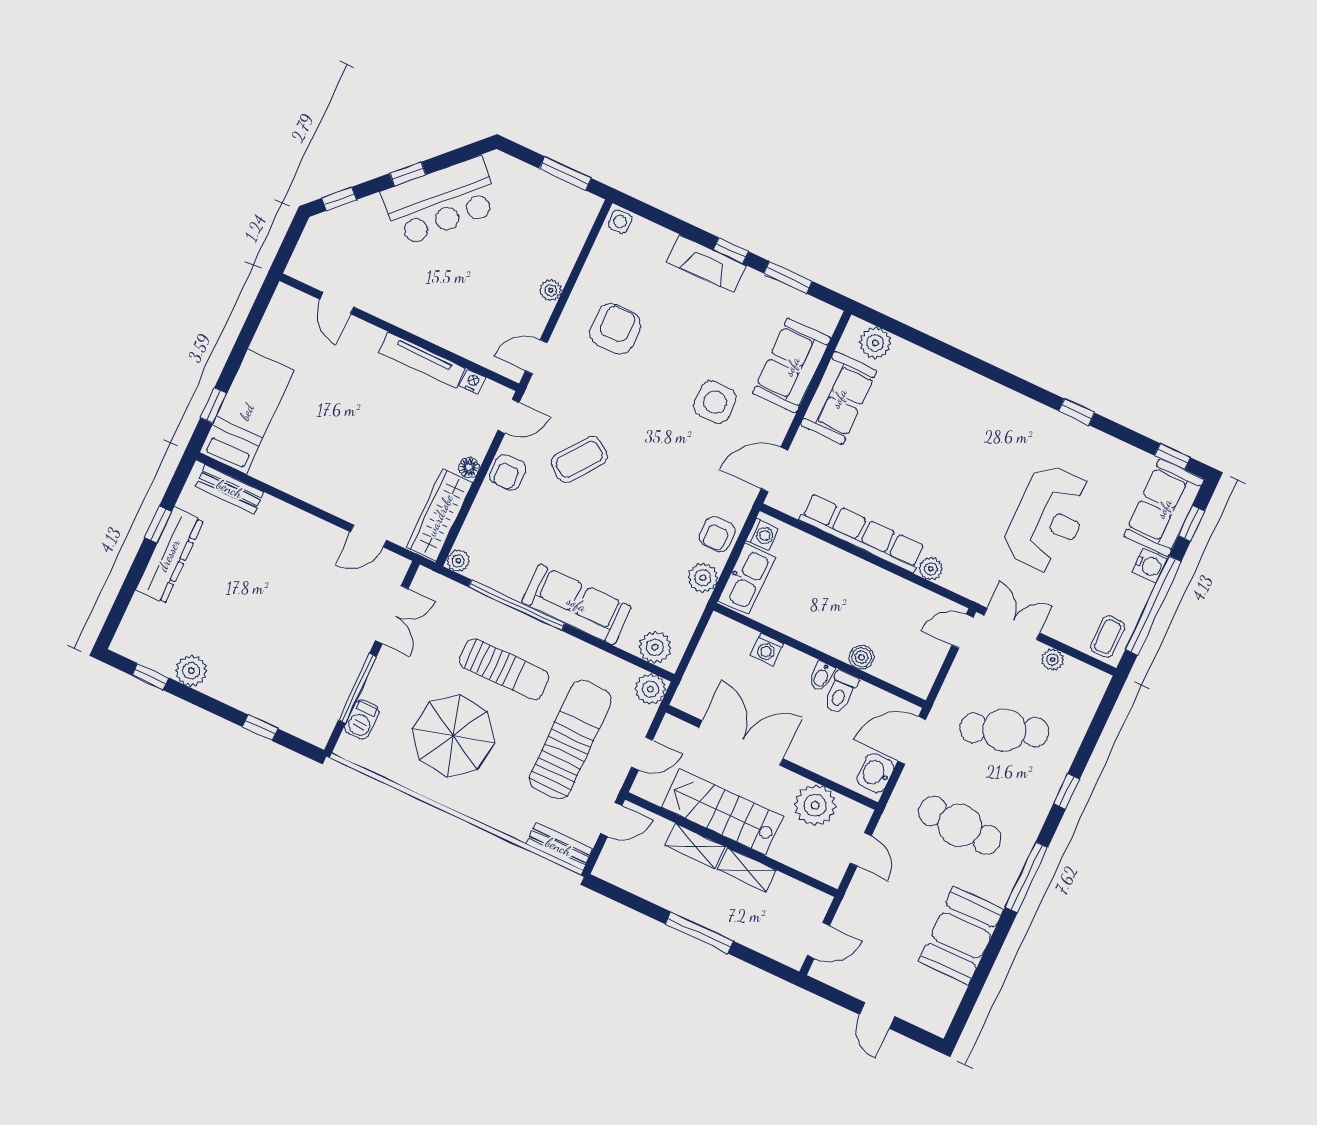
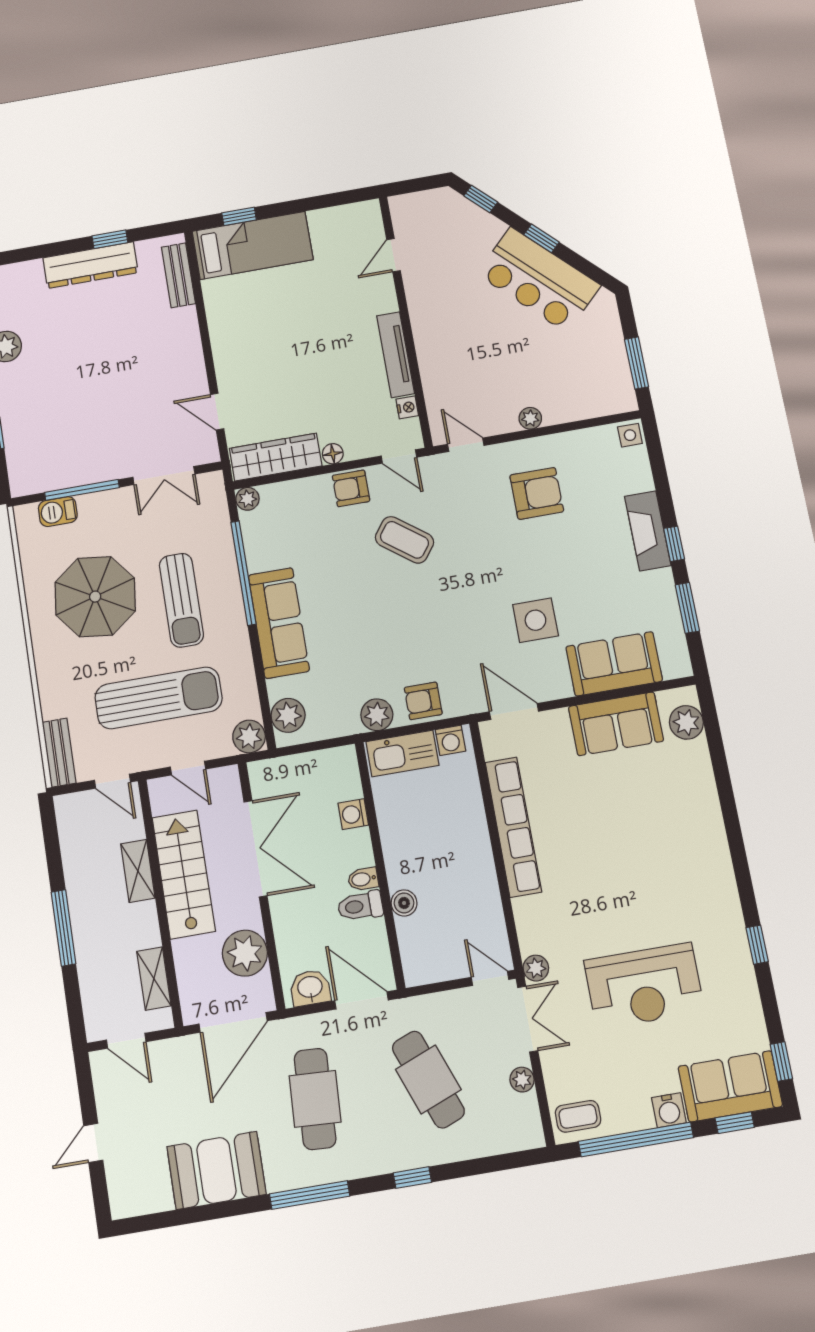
plant: (931, 569) -> (536, 968), moved
door: (861, 849) -> (233, 1022), width x1.88
shelving: (747, 870) -> (154, 979), moved

